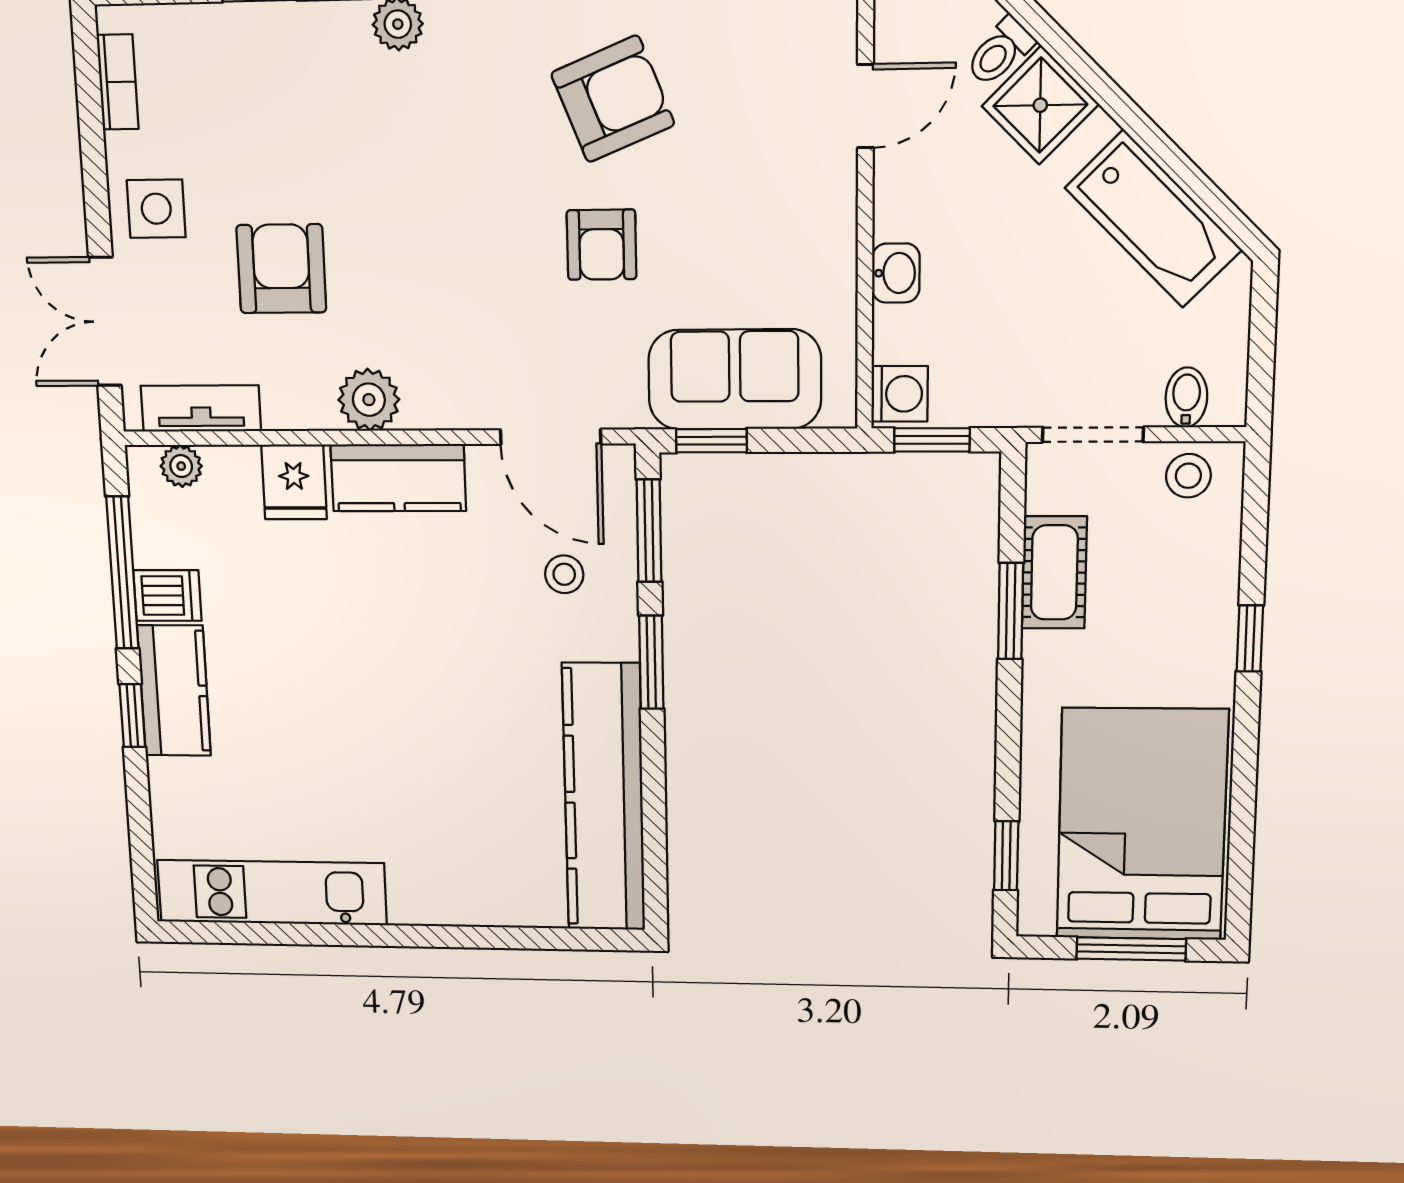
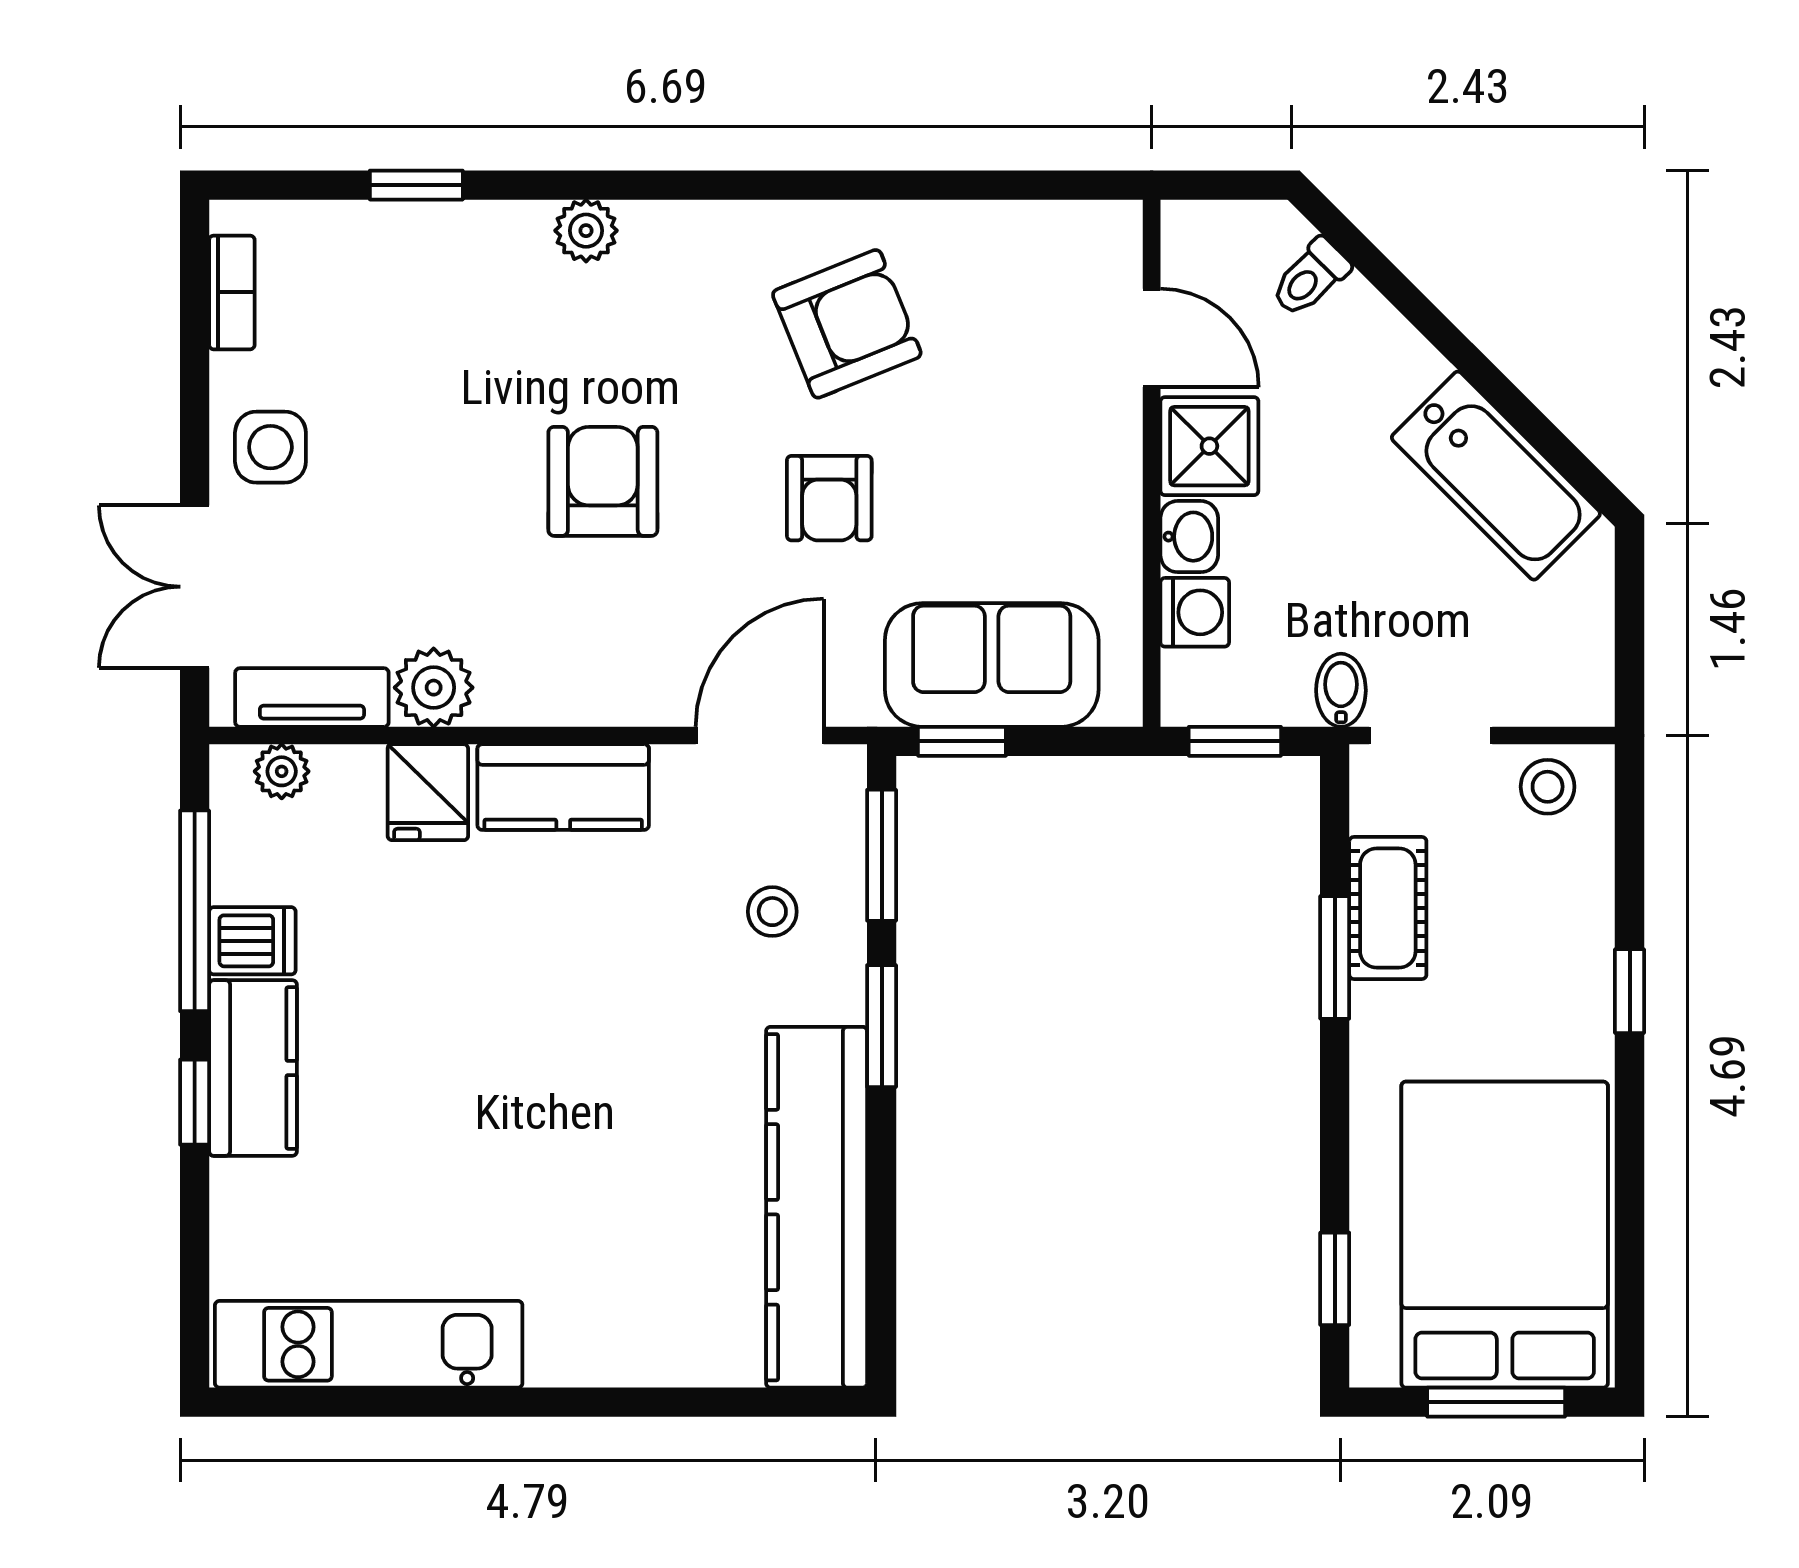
shower: (1040, 105) -> (1209, 446), moved, turned 45
door: (865, 106) -> (1152, 338), hinge flipped
armchair: (281, 269) -> (603, 481), moved
washing machine: (900, 394) -> (1195, 612), moved
bidet: (1186, 397) -> (1341, 690), moved
plant: (369, 400) -> (434, 688), moved
door: (551, 437) -> (760, 735), swing flipped

